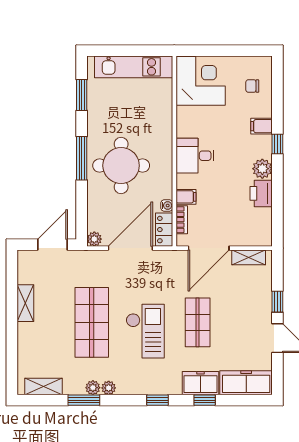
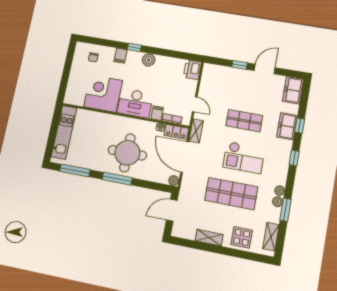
corner desk: (201, 81) -> (103, 94), moved
window: (82, 95) -> (75, 170), width x1.44
desk: (195, 156) -> (135, 103), width x1.37
printer: (261, 193) -> (192, 70), moved, turned 90
door: (52, 245) -> (172, 210), hinge flipped
door: (209, 248) -> (195, 104), width x0.53
shelving: (249, 257) -> (196, 131), moved
checkout: (145, 331) -> (244, 157), turned 180
display table: (35, 347) -> (242, 237), added
freezer: (246, 383) -> (293, 90), width x0.71

